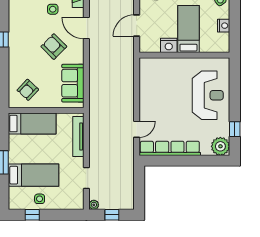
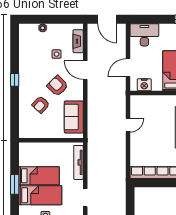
nightstand: (169, 45) -> (144, 85), moved
armchair: (28, 90) -> (41, 105), moved
bed: (32, 124) -> (39, 176), moved
door: (137, 129) -> (128, 125), moved

